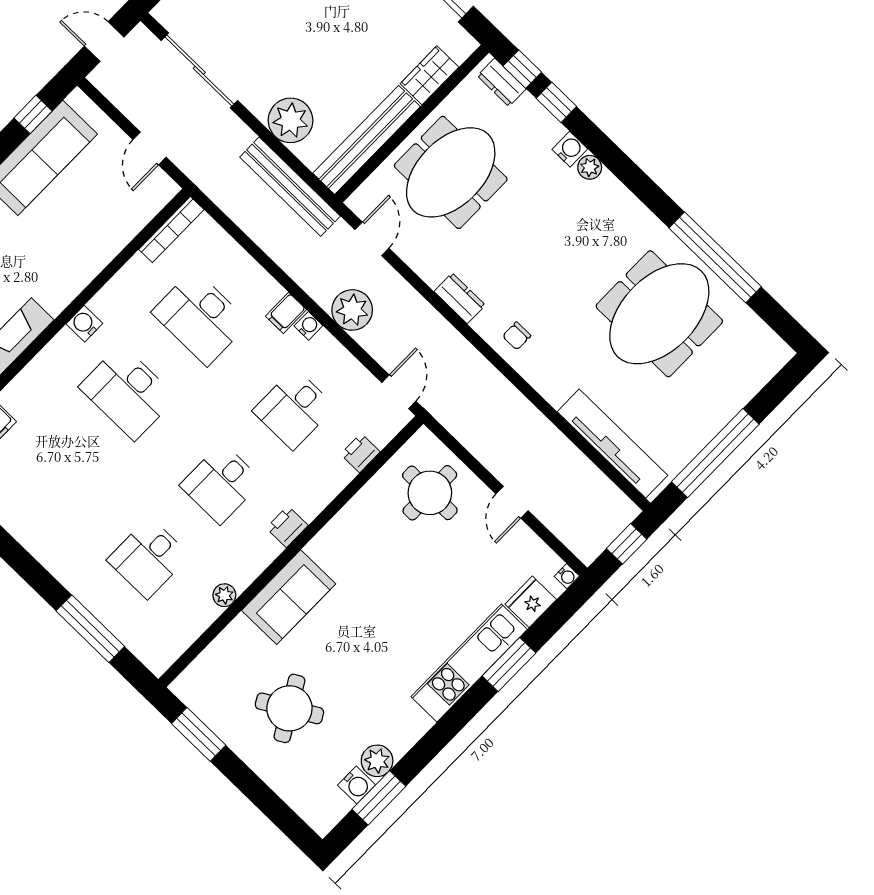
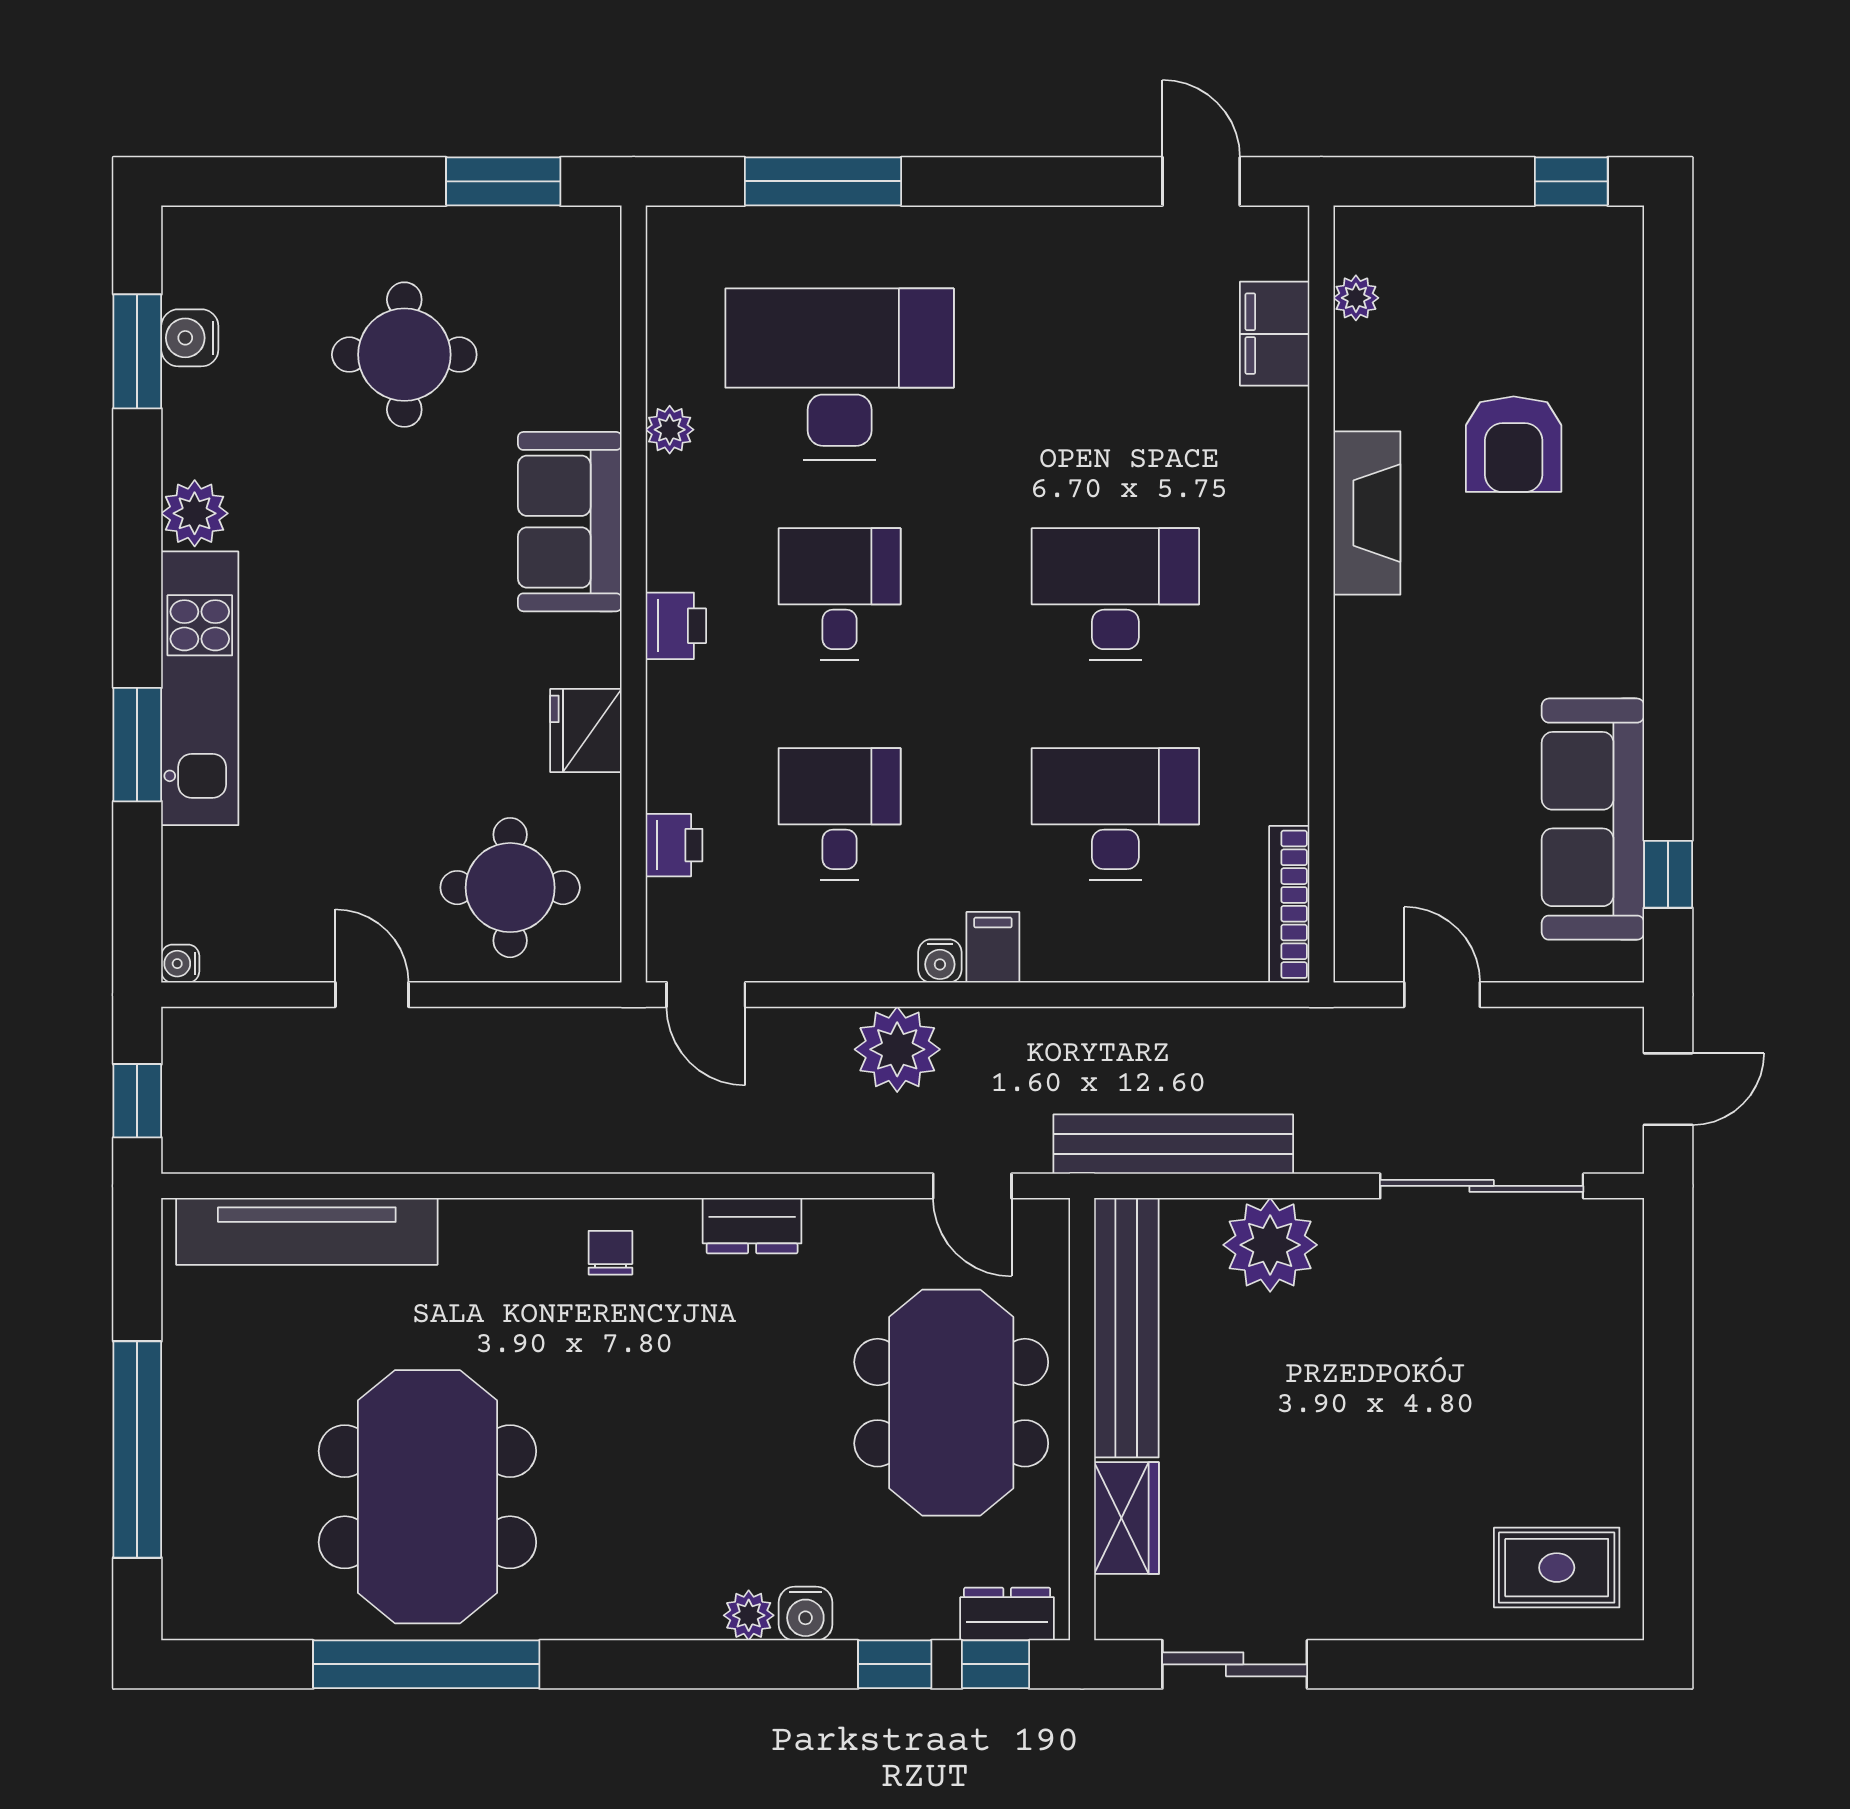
water cooler: (84, 324) -> (1282, 634), removed
window: (715, 453) -> (137, 1449), moved
desk: (148, 558) -> (840, 374), width x1.87, depth x1.30
fridge: (531, 602) -> (586, 730), moved, turned 180
round table: (289, 708) -> (404, 355), turned 30
plant: (377, 761) -> (195, 513), moved

